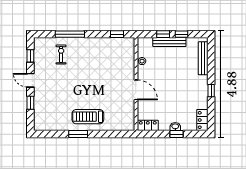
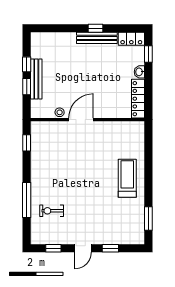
bench: (203, 58) -> (97, 38), moved
door: (136, 90) -> (81, 120), moved
treadmill: (88, 117) -> (127, 178), turned 180
locker: (148, 125) -> (138, 99), width x1.53
window: (78, 134) -> (148, 219), moved
window: (176, 134) -> (148, 54), moved

